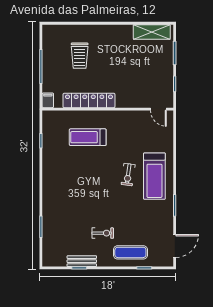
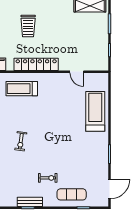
door: (158, 109) -> (77, 72), moved
treadmill: (88, 137) -> (22, 89), moved
exercise bike: (128, 175) -> (21, 141), moved
treadmill: (154, 176) -> (95, 111), moved, turned 180

